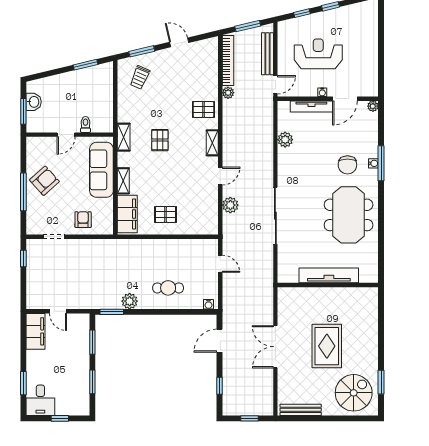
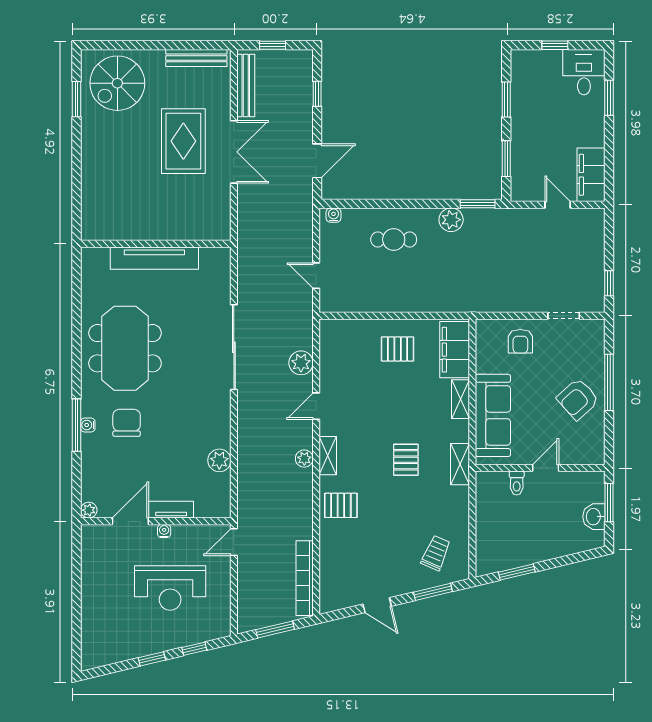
bench: (267, 54) -> (246, 85), moved
plant: (228, 93) -> (304, 459), moved
tv unit: (311, 107) -> (171, 510), width x0.71
rug: (327, 346) -> (183, 141), moved

